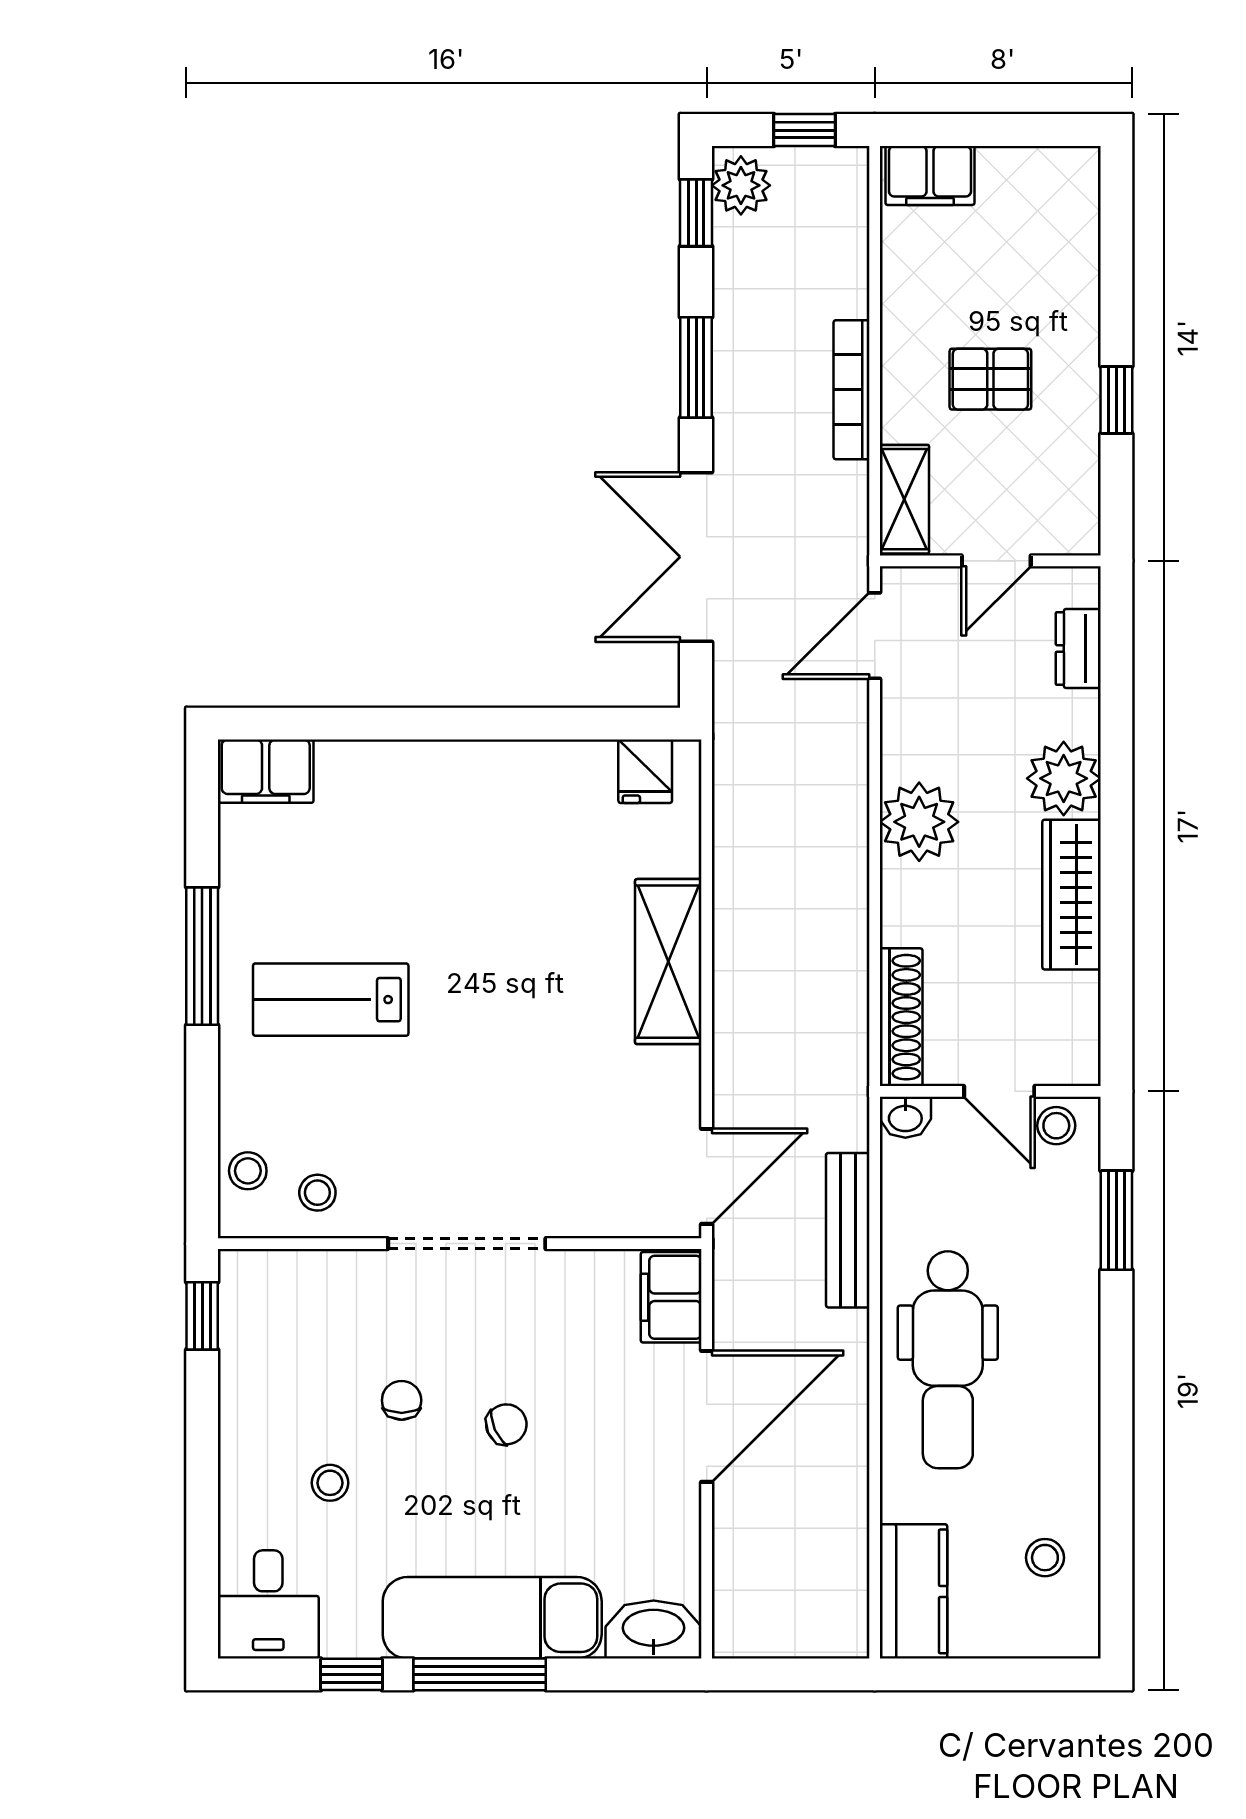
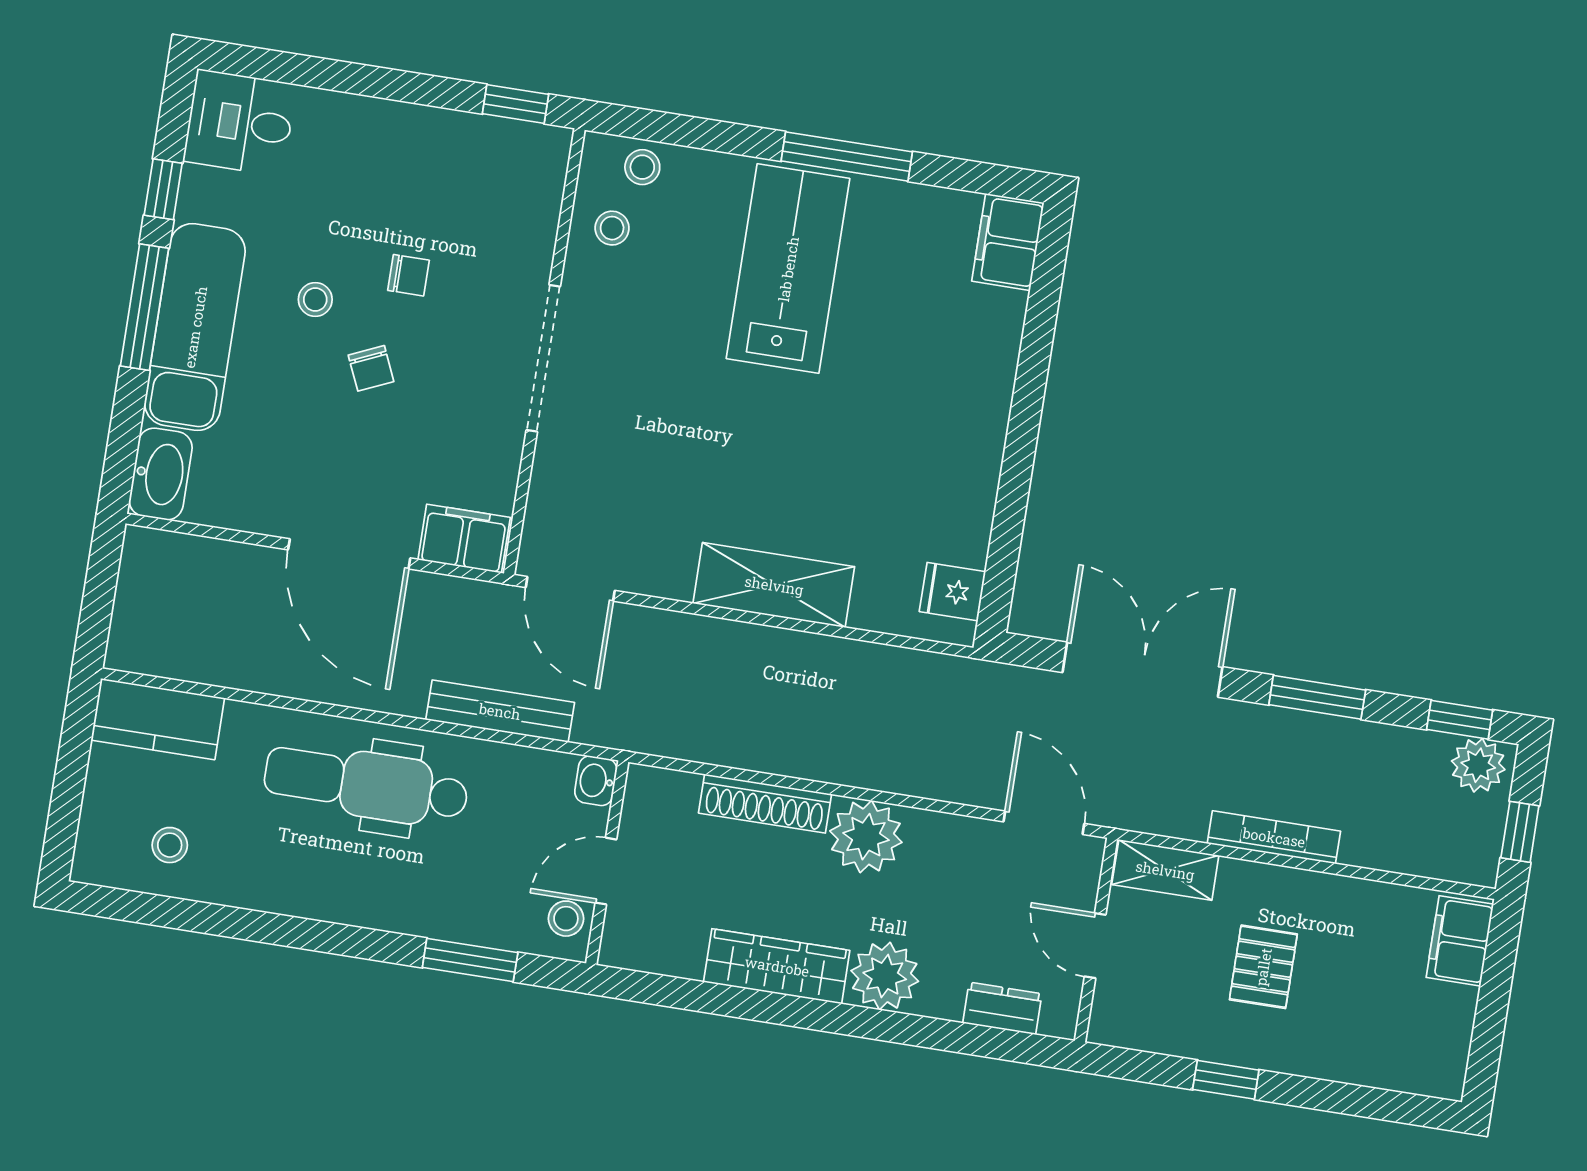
lab bench: (331, 1000) -> (788, 269), width x1.36, depth x1.39
shoe rack: (901, 1017) -> (765, 804), moved
stool: (330, 1483) -> (315, 299), moved

